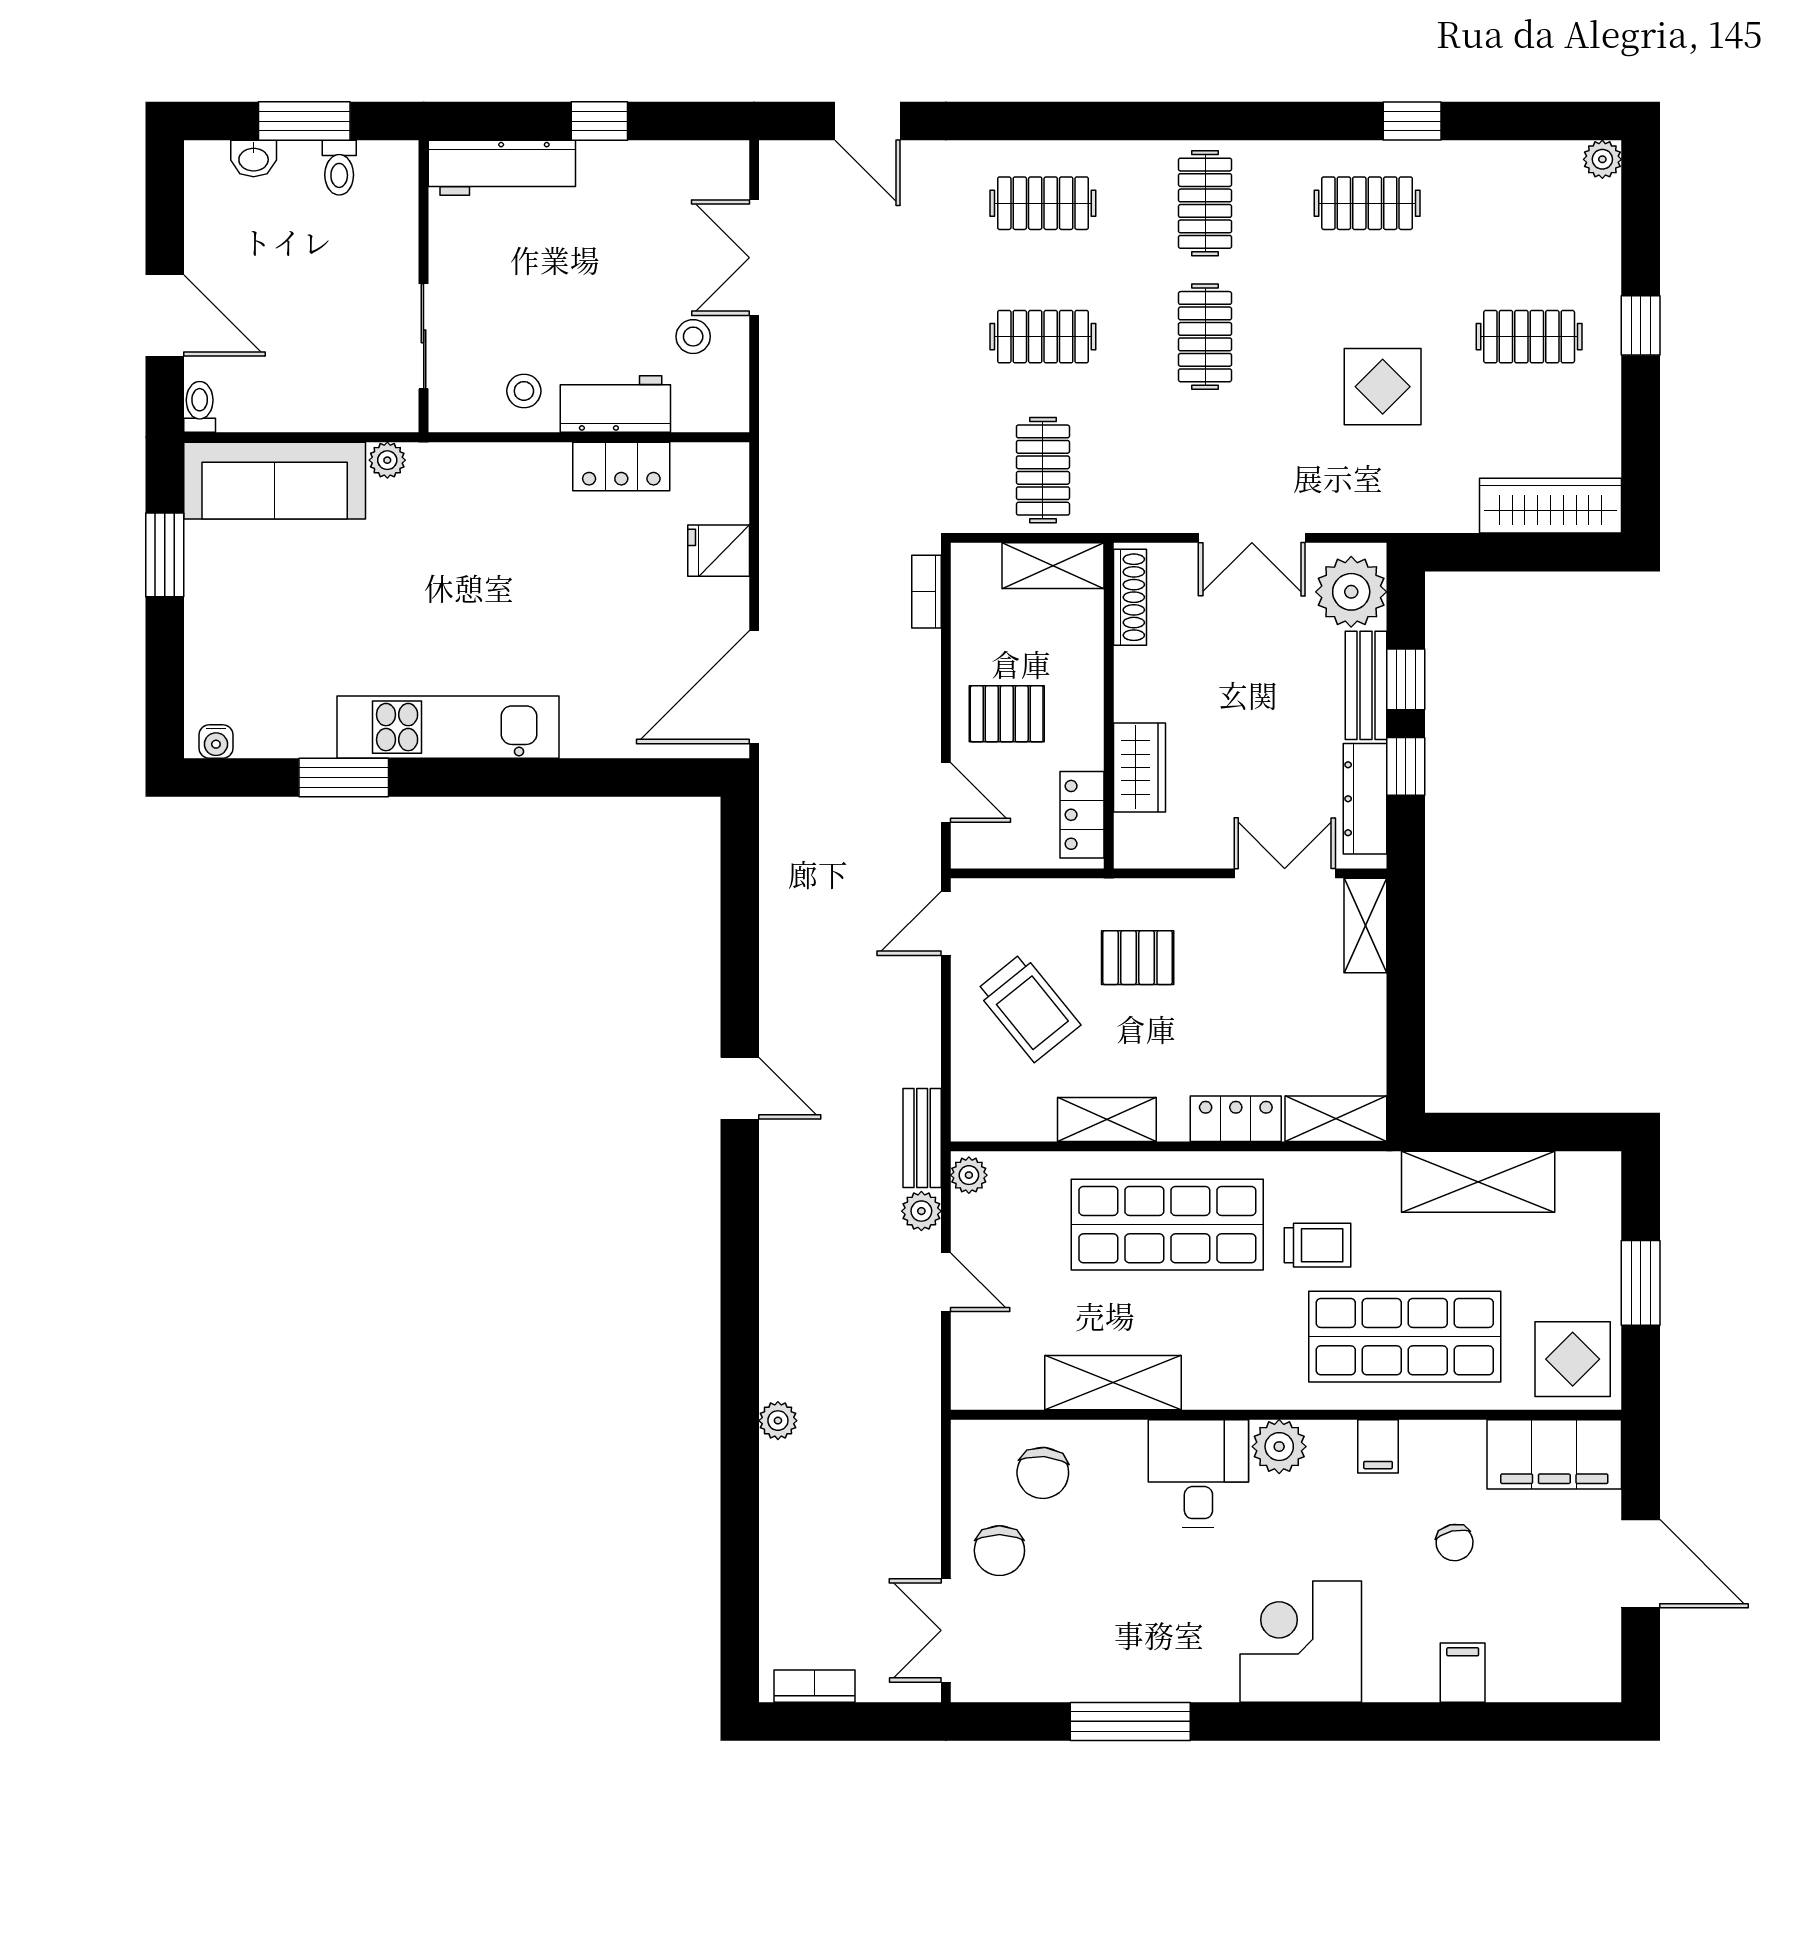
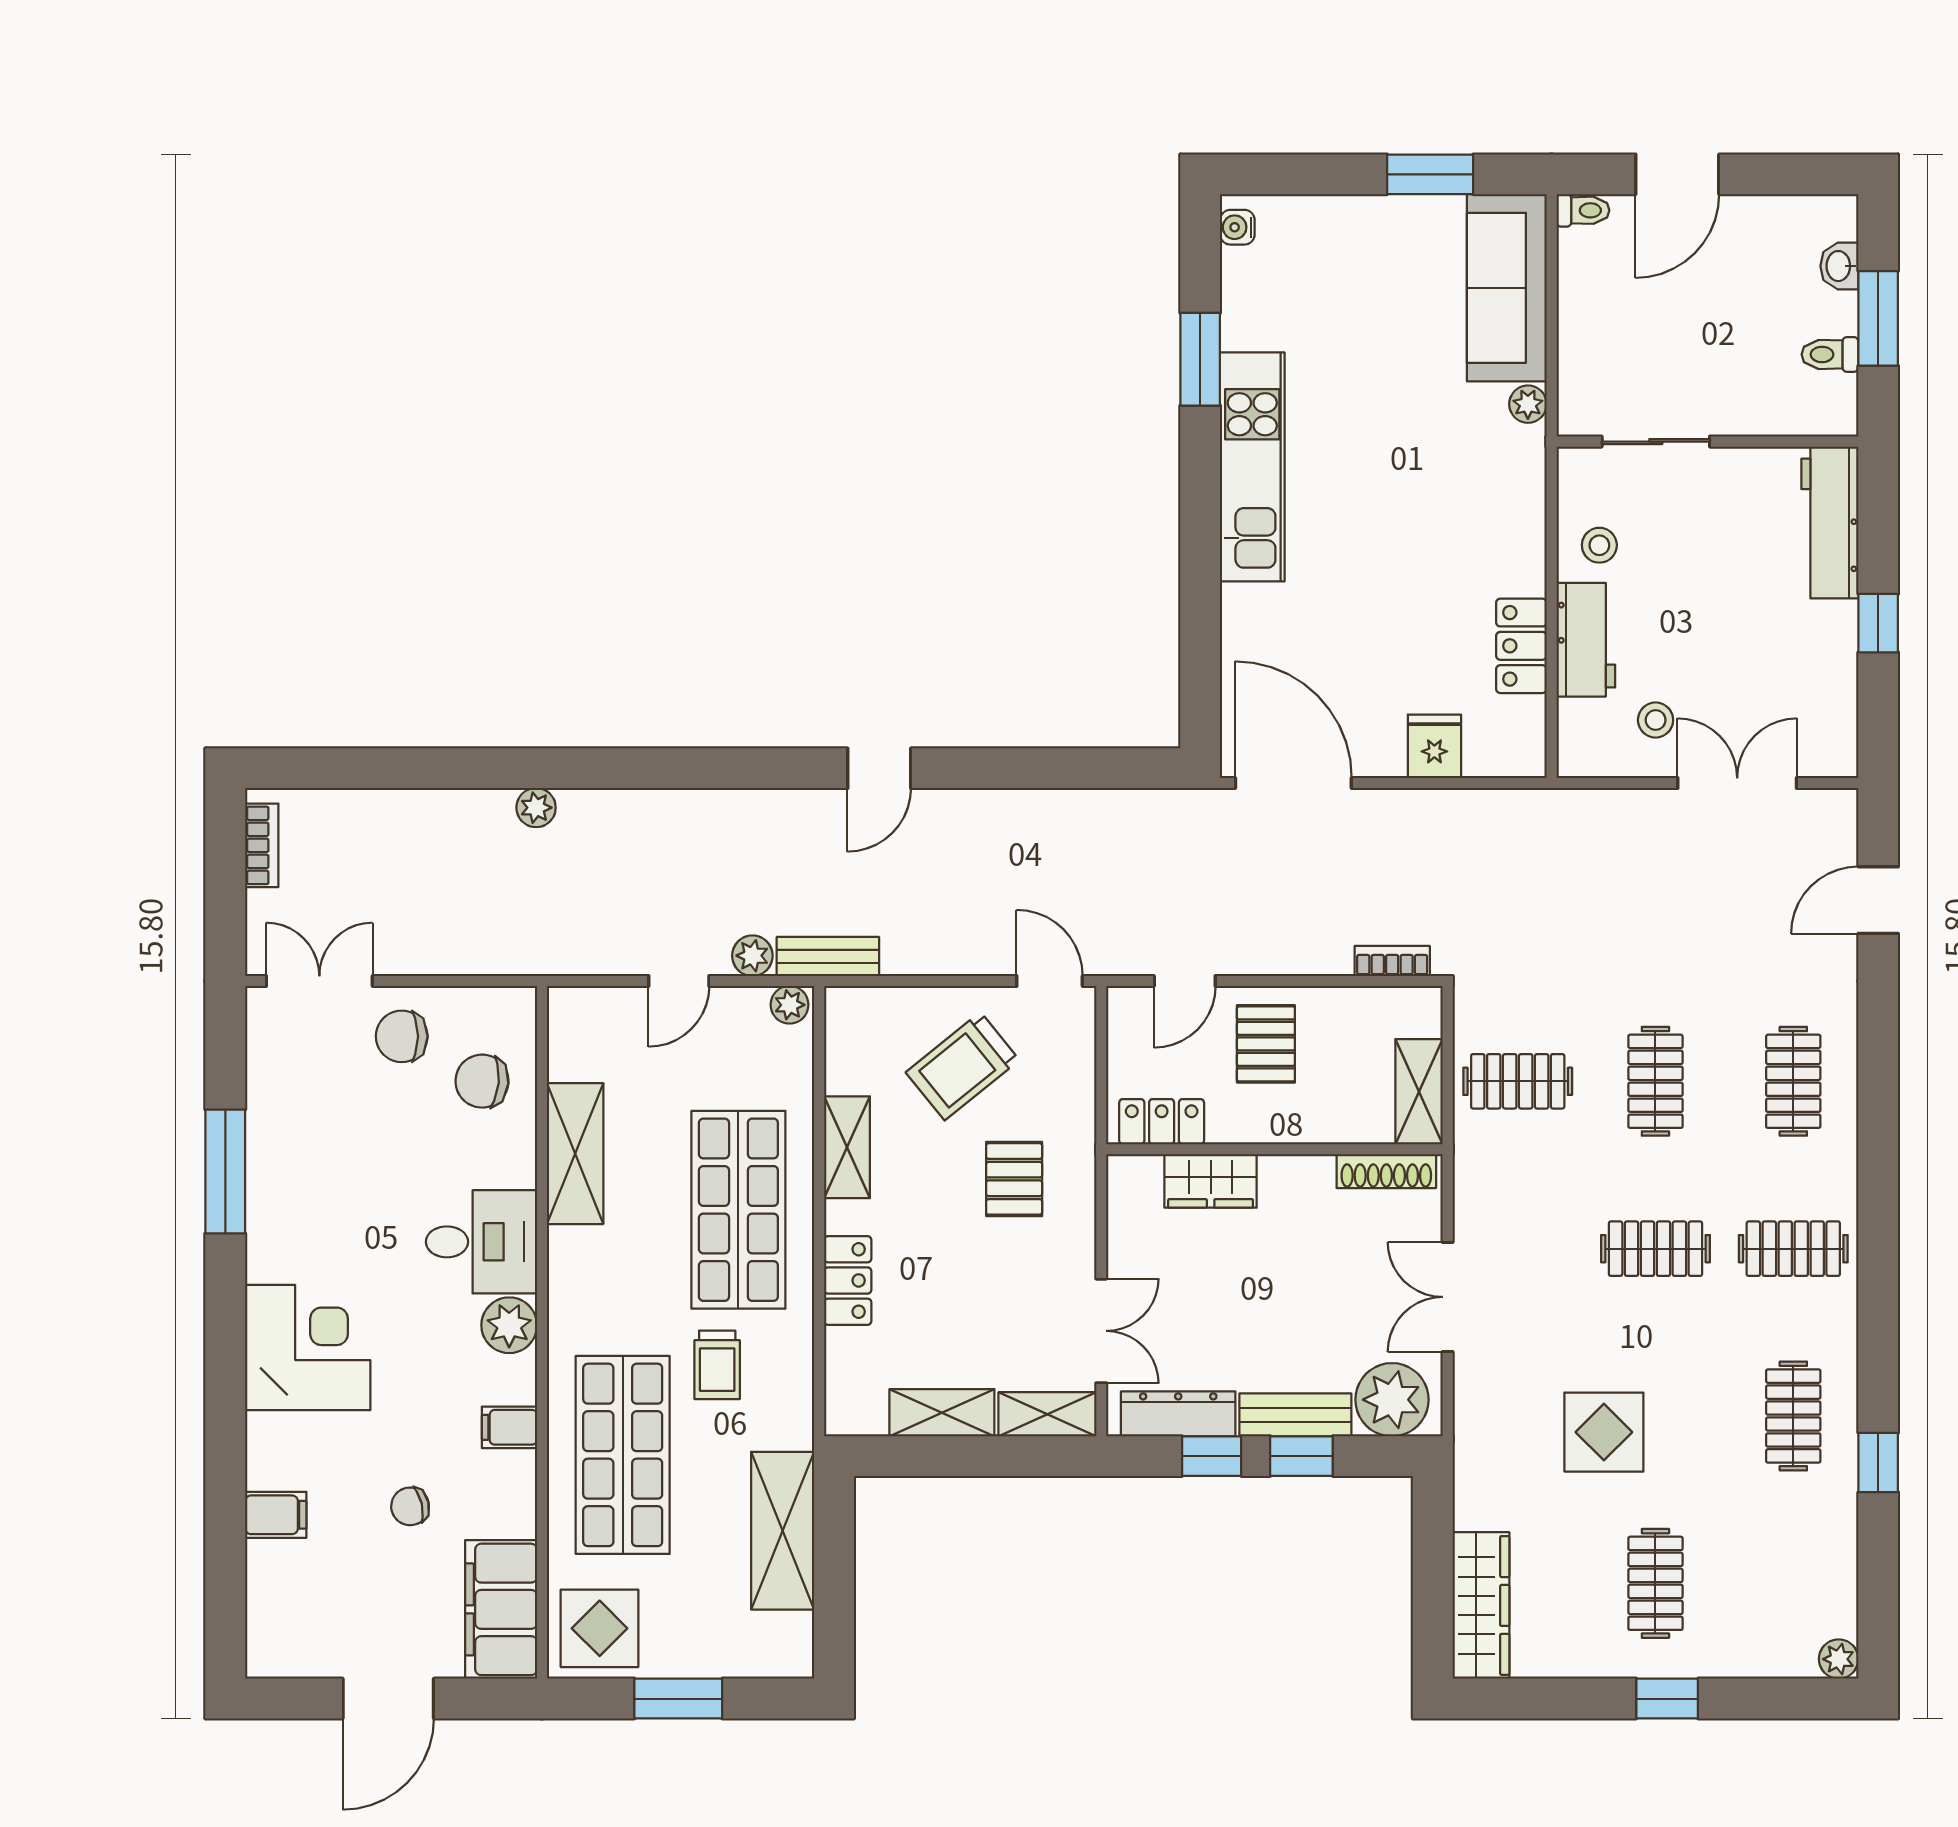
shelving: (1336, 1119) -> (942, 1413), moved, turned 90

